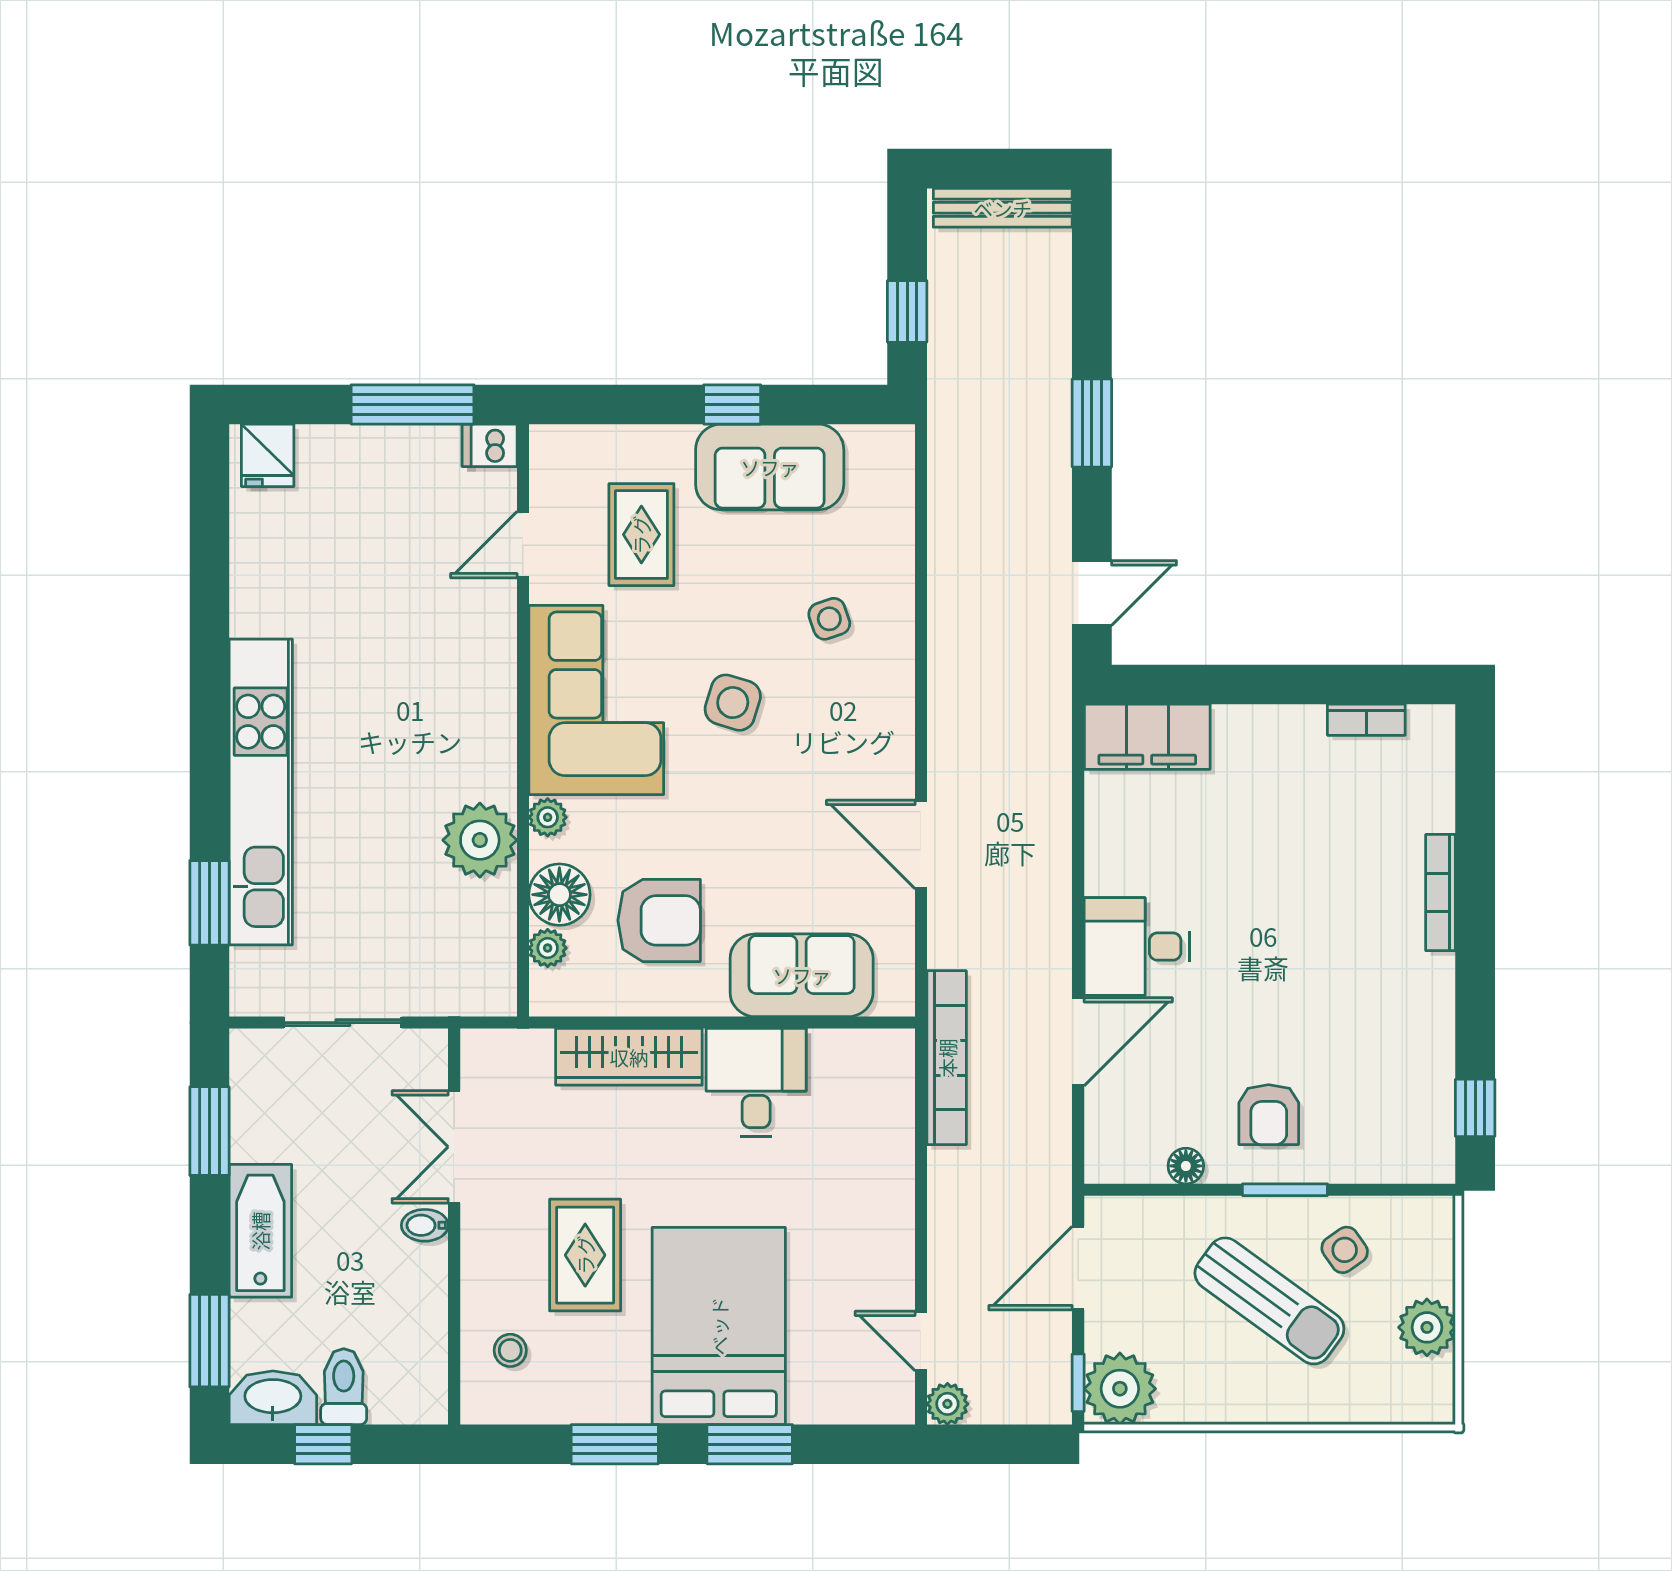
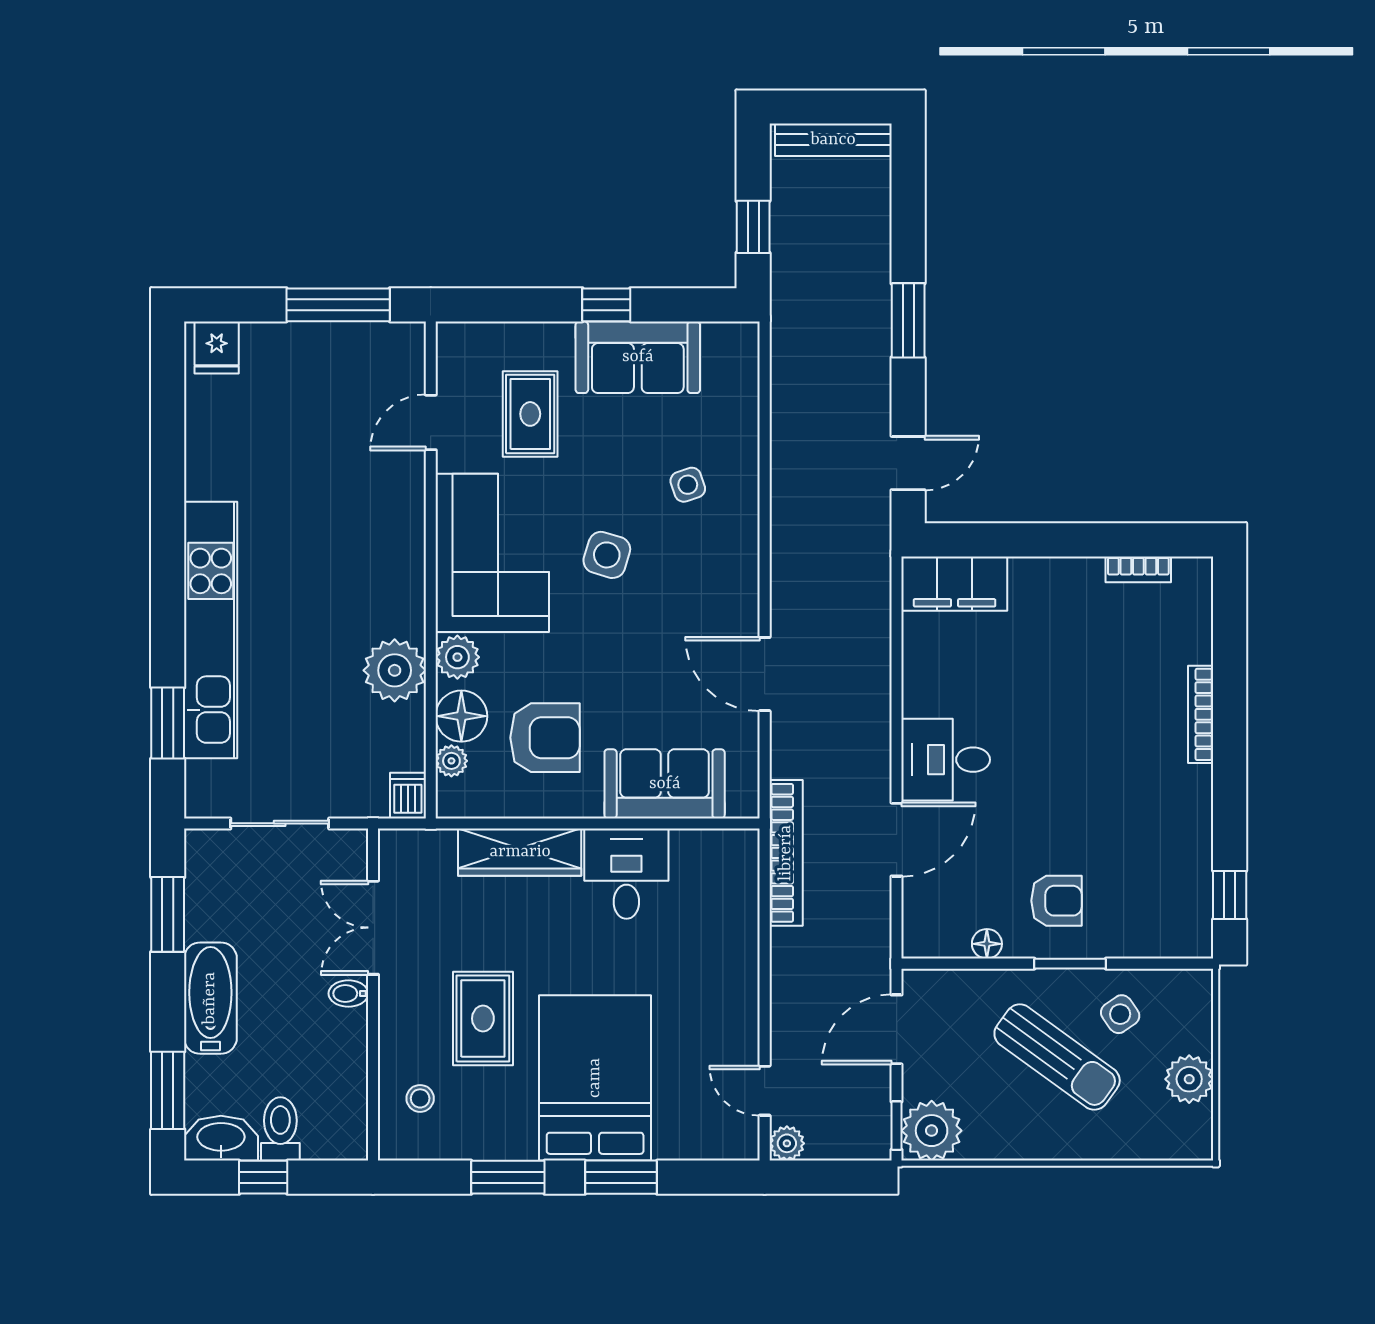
dishwasher: (490, 445) -> (408, 796), moved, turned 90
plant: (548, 817) -> (457, 657), width x1.38, depth x1.38
armchair: (1269, 1115) -> (1056, 901), turned -90

